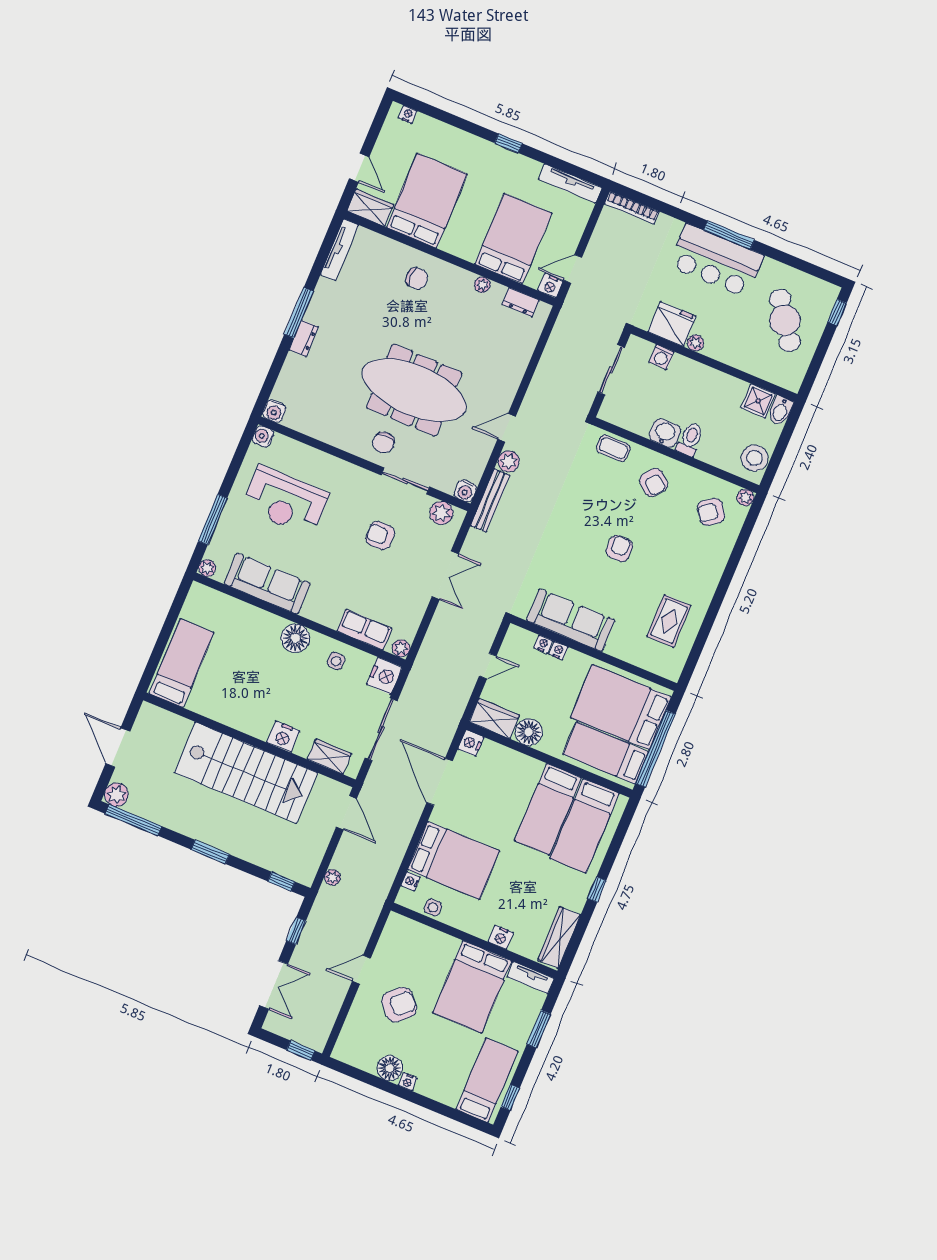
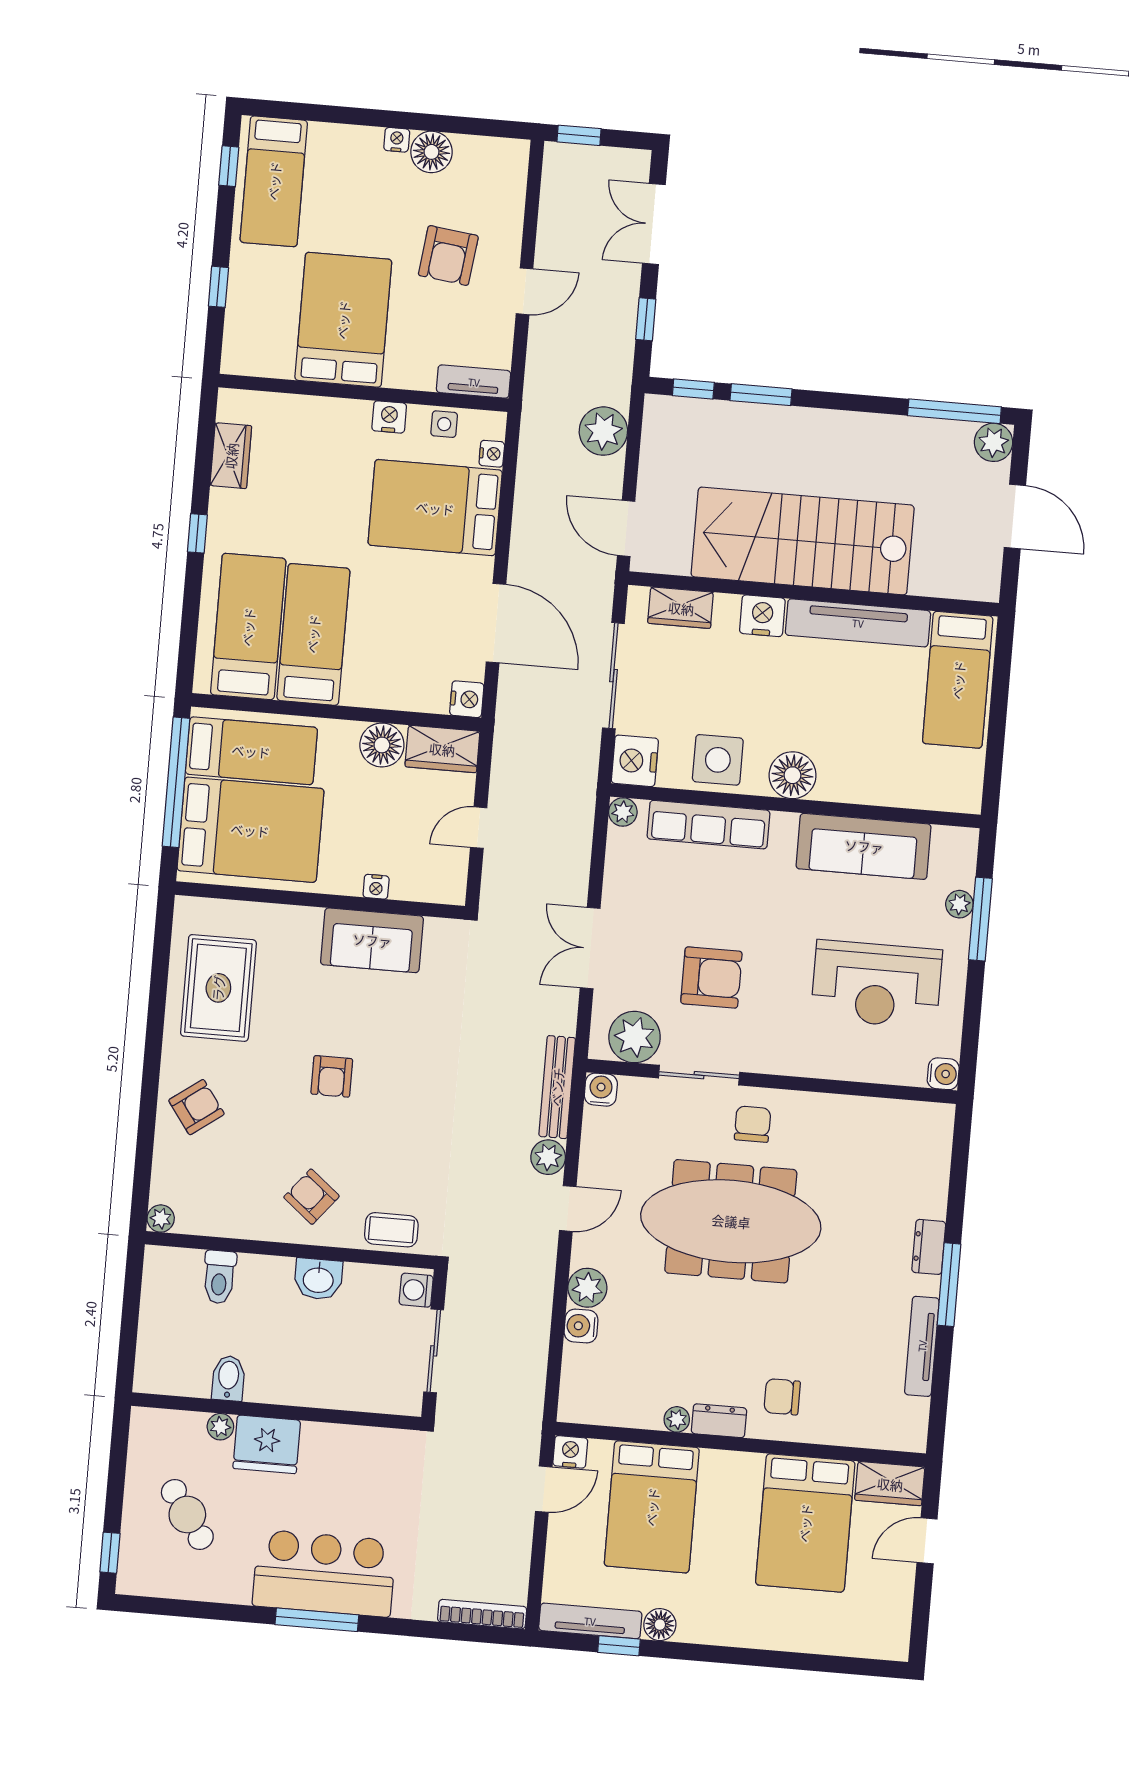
nightstand: (408, 114) -> (878, 1648), removed
window: (508, 143) -> (619, 1646), moved
door: (359, 168) -> (927, 1541), hinge flipped
floor lamp: (530, 168) -> (660, 1625), added
tv unit: (340, 250) -> (922, 1346), moved
dresser: (521, 302) -> (719, 1421), moved
cafe table: (785, 320) -> (187, 1515), width x0.73, depth x0.74
fridge: (672, 324) -> (267, 1444), moved
plant: (696, 343) -> (220, 1427), moved
washing machine: (661, 357) -> (416, 1290), moved, turned -90
plant: (510, 378) -> (587, 1288), added
shower: (758, 401) -> (189, 1375), removed
water cooler: (274, 411) -> (581, 1326), moved, turned -90
bidet: (780, 411) -> (228, 1378), moved
toilet: (690, 439) -> (219, 1277), moved
stool: (755, 458) -> (166, 1285), removed
reception desk: (285, 501) -> (877, 984), turned 180
armchair: (711, 512) -> (196, 1107), moved
plant: (441, 513) -> (635, 1037), width x1.36, depth x1.36
armchair: (380, 536) -> (711, 978), width x1.38, depth x1.38
plant: (207, 568) -> (959, 904), moved
sofa: (571, 620) -> (372, 940), width x0.73
rug: (669, 621) -> (218, 988), width x1.36, depth x1.43
row of seats: (364, 630) -> (708, 825), width x1.48
nightstand: (543, 644) -> (403, 889), removed
side table: (336, 661) -> (718, 760), width x1.87, depth x1.87
tv unit: (229, 715) -> (858, 623), added
window: (210, 852) -> (761, 395), moved
plant: (332, 877) -> (603, 431), width x1.88, depth x1.88
nightstand: (501, 937) -> (389, 417), moved
wardrobe: (559, 937) -> (231, 456), width x0.67
tv unit: (531, 978) -> (474, 382), moved
armchair: (399, 1005) -> (448, 256), turned -40
window: (539, 1029) -> (218, 287), width x0.67

